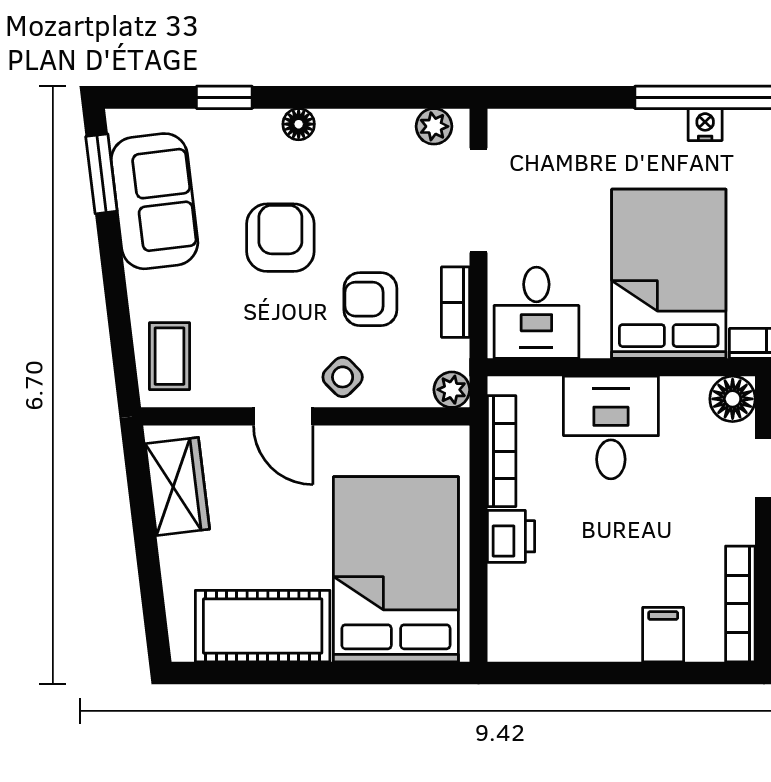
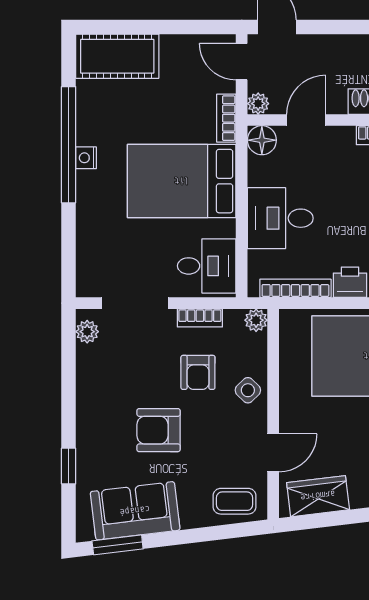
floor lamp: (299, 124) -> (86, 418), removed
door: (283, 416) -> (273, 453), moved

